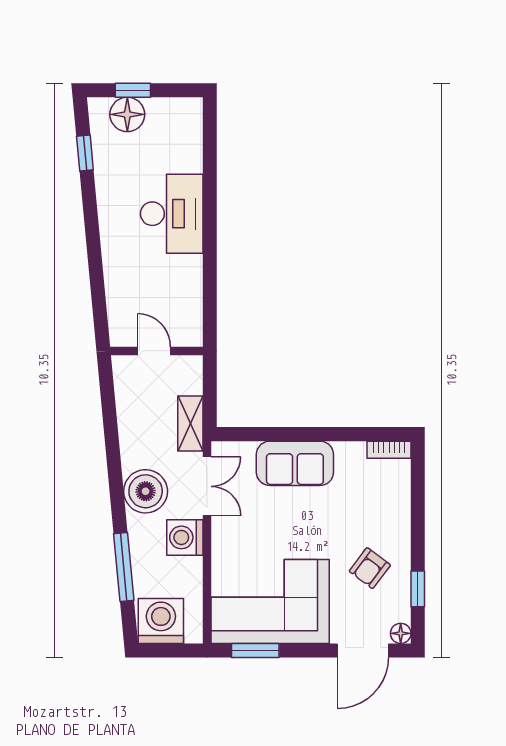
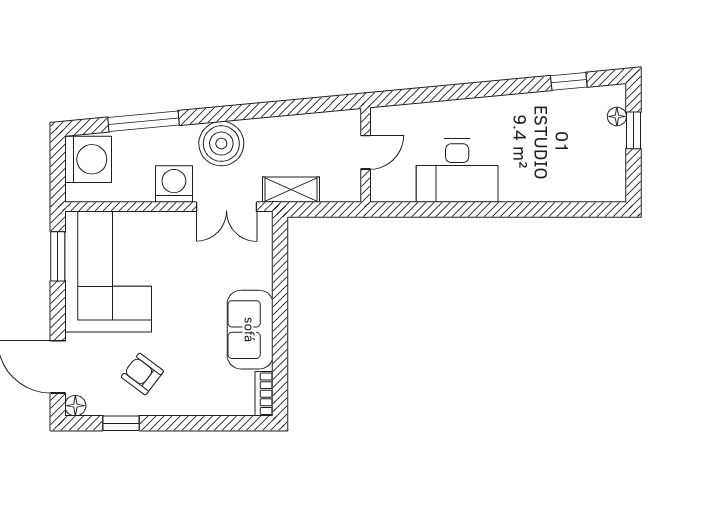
floor lamp: (127, 114) -> (617, 116), width x0.53, depth x0.53
desk: (172, 214) -> (457, 170), moved
sofa: (295, 463) -> (250, 330), moved

